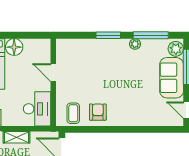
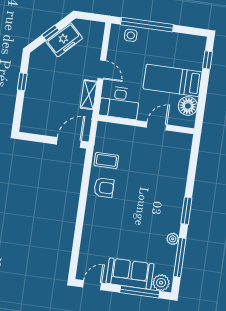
door: (53, 73) -> (157, 126), moved
wall: (53, 82) -> (146, 125), moved
desk: (37, 109) -> (119, 103), moved

